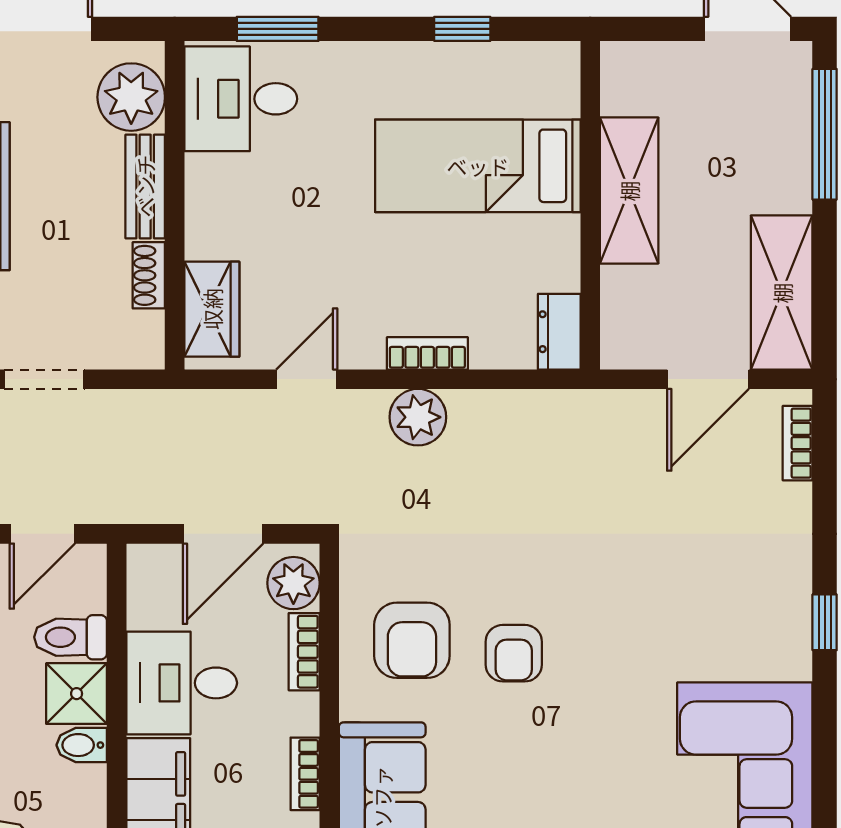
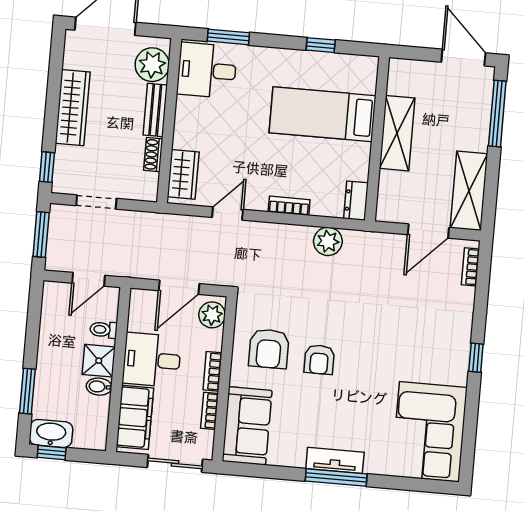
plant: (418, 417) -> (328, 241), moved
toilet: (71, 637) -> (104, 330), width x0.73, depth x0.72
bookcase: (304, 652) -> (212, 371), moved

